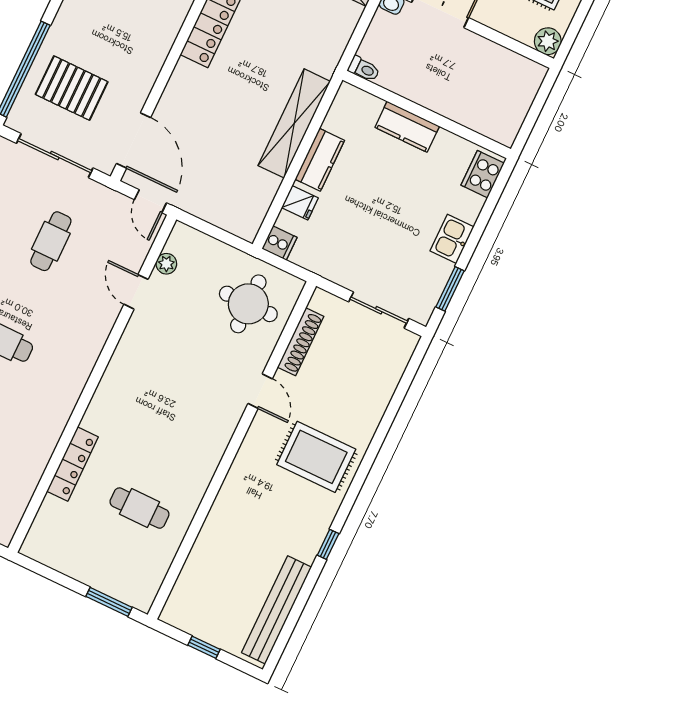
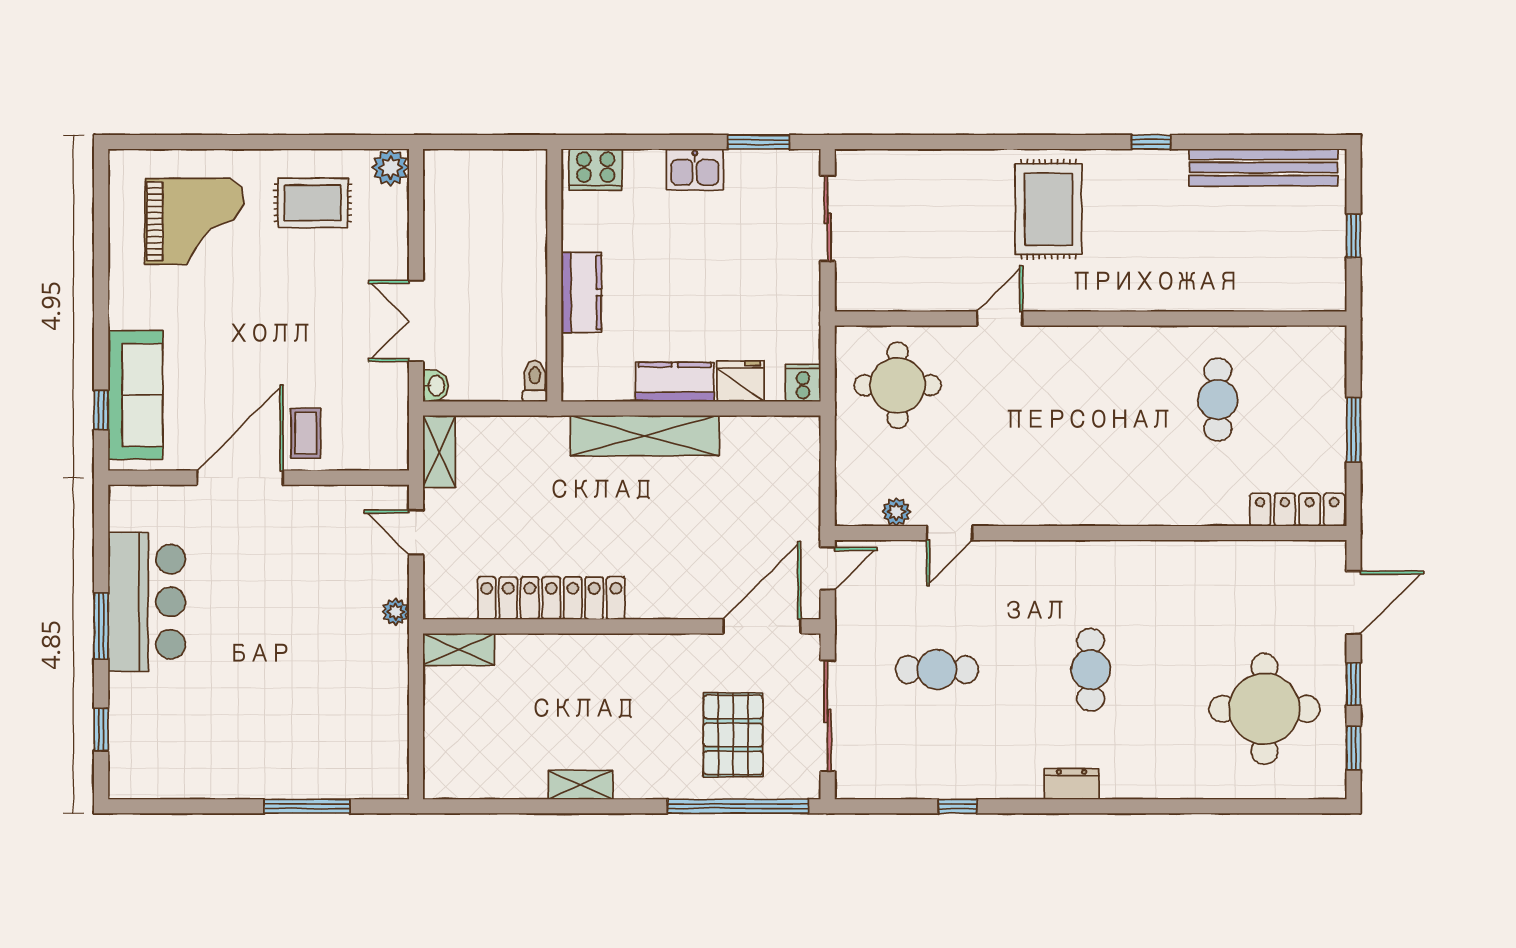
fridge: (300, 203) -> (740, 381), width x1.38
shoe rack: (301, 342) -> (914, 297), removed
locker: (72, 464) -> (1297, 510), moved
window: (109, 602) -> (1353, 430), moved

